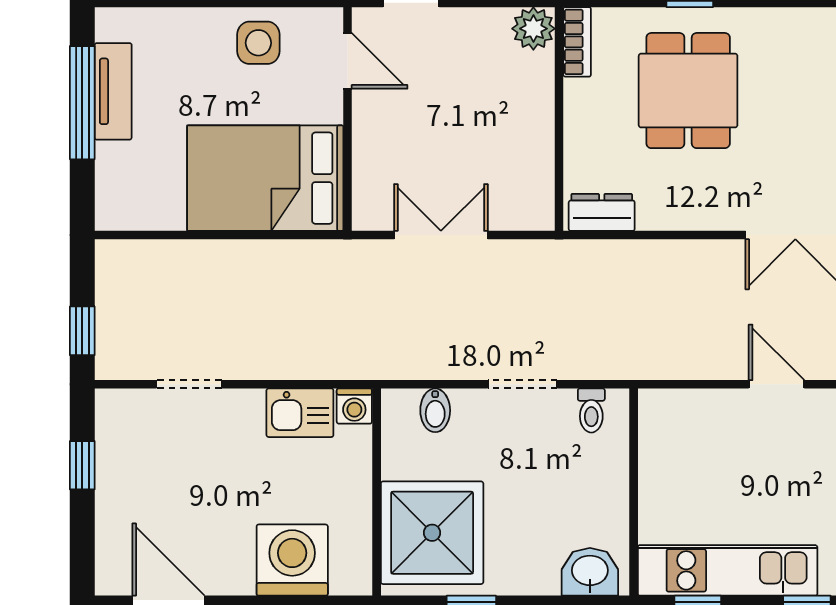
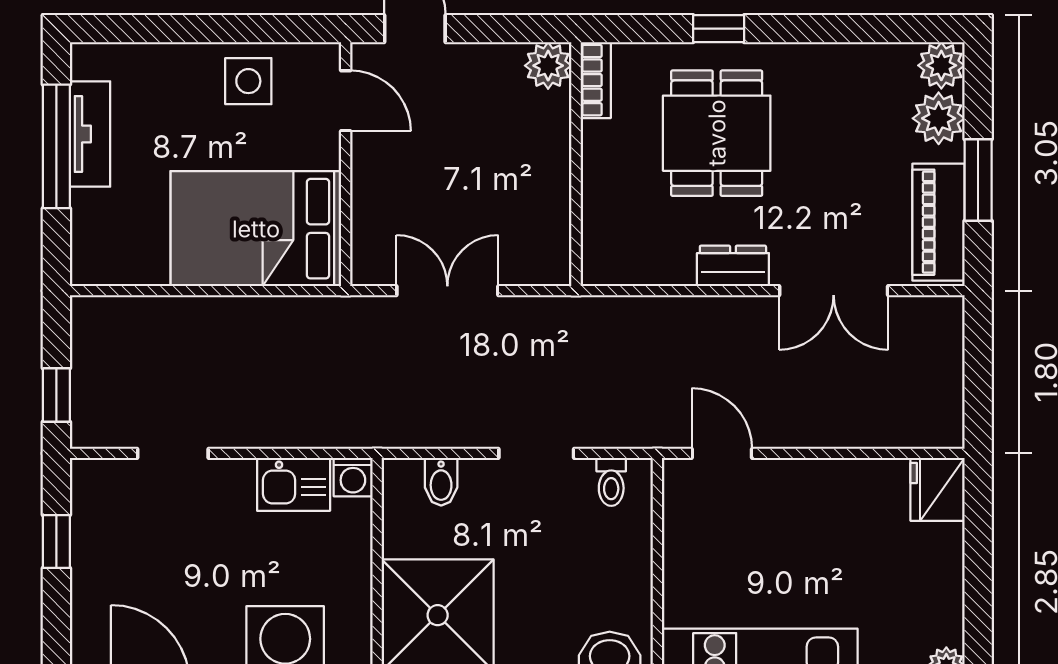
dresser: (602, 212) -> (733, 266), moved
door: (776, 384) -> (722, 453), moved

